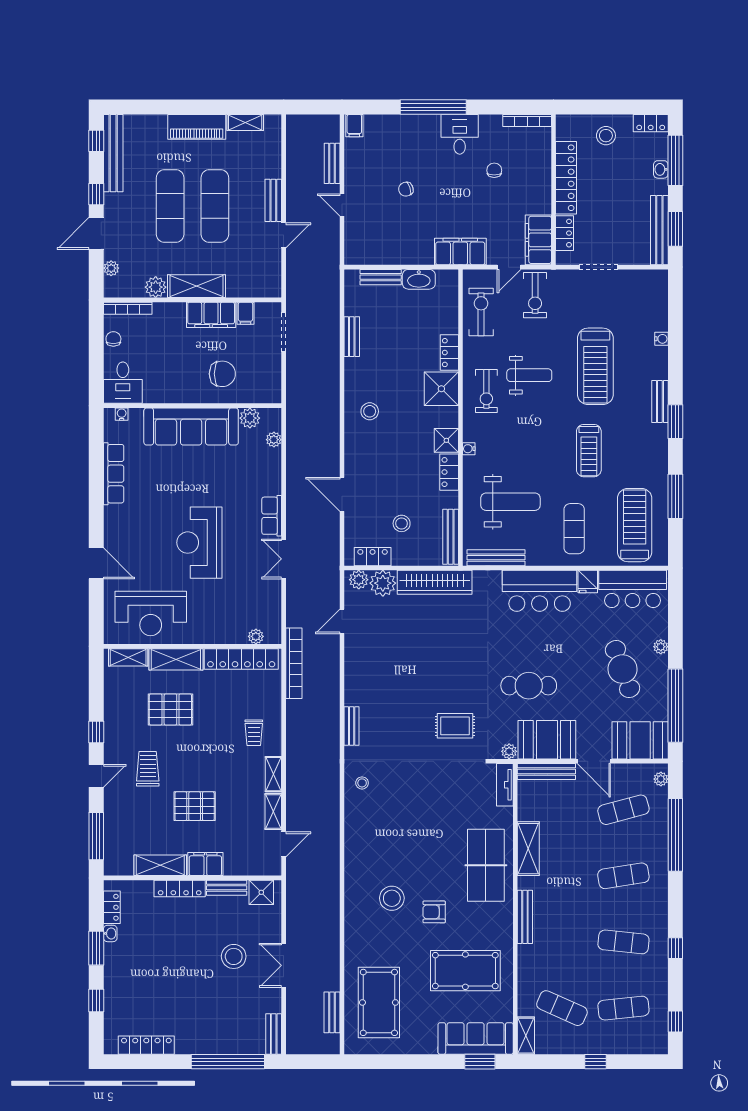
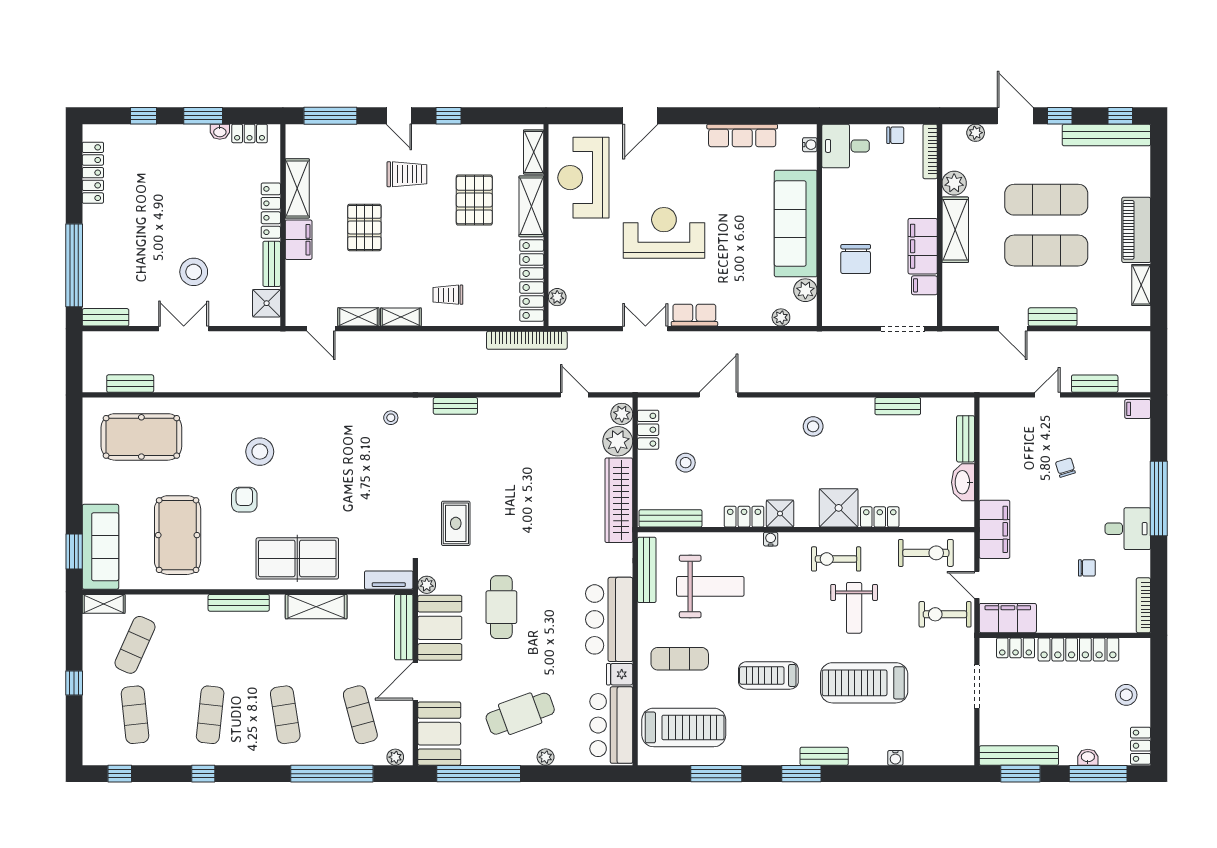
weight bench: (510, 502) -> (710, 586), turned -90

